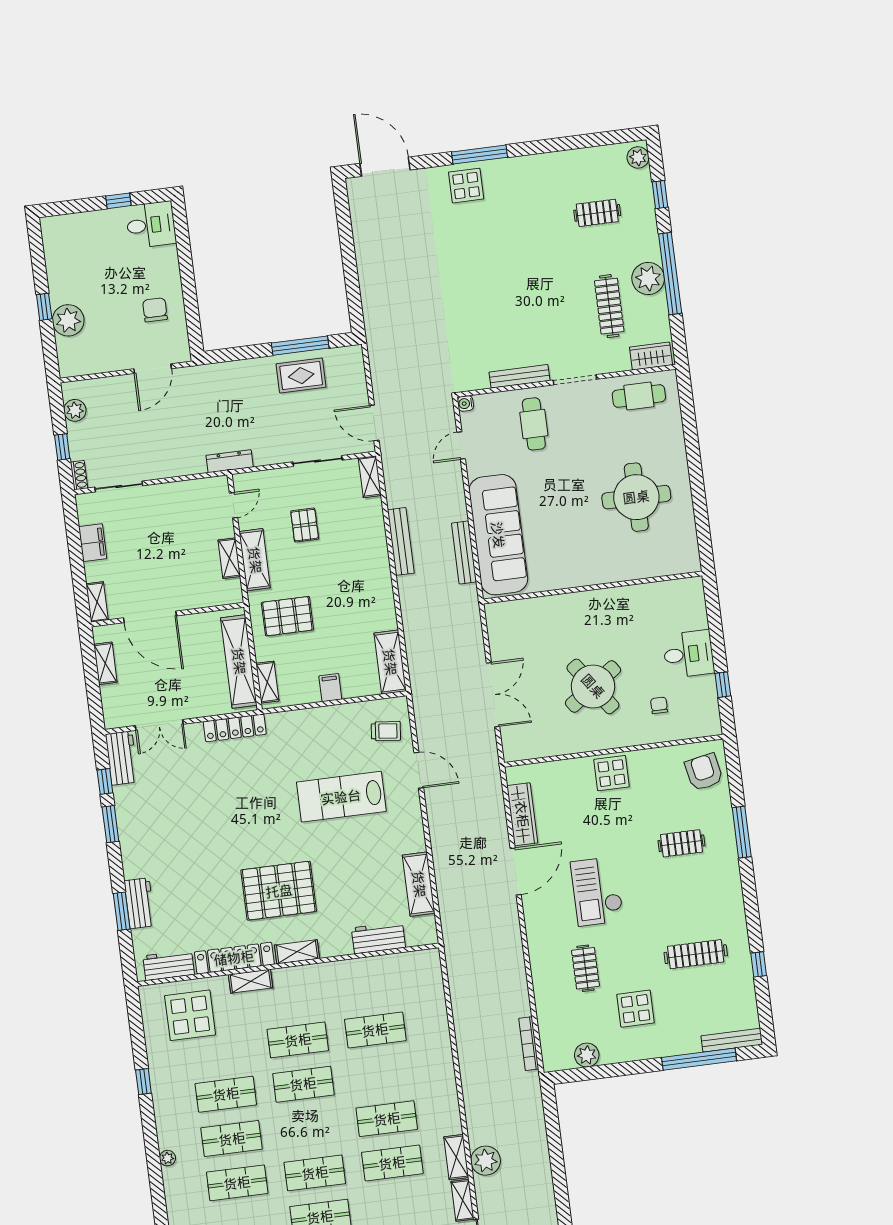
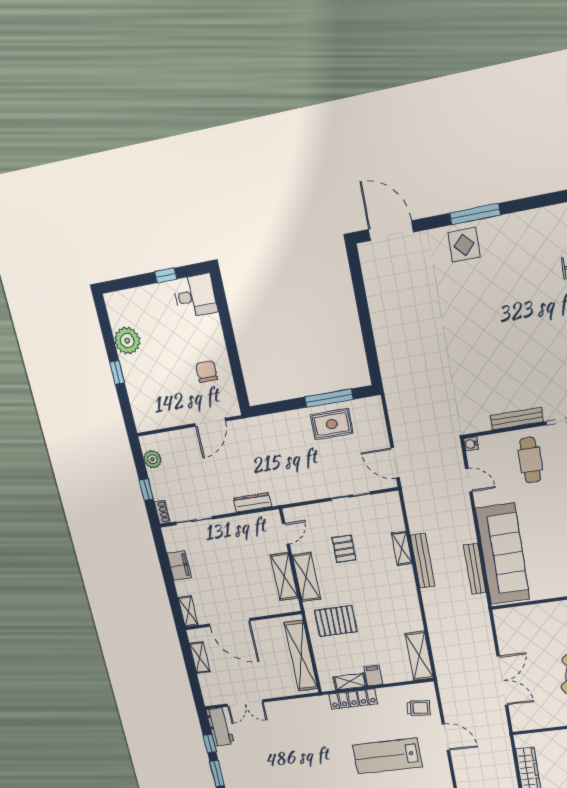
plant: (68, 320) -> (127, 341), moved
door: (461, 445) -> (469, 480), swing flipped
dresser: (230, 461) -> (252, 502), moved
shelving: (370, 477) -> (402, 548), moved
shelving: (229, 558) -> (284, 577), width x1.50, depth x1.33
shelving: (267, 682) -> (350, 682), moved, turned 90
locker: (235, 728) -> (353, 699), moved

